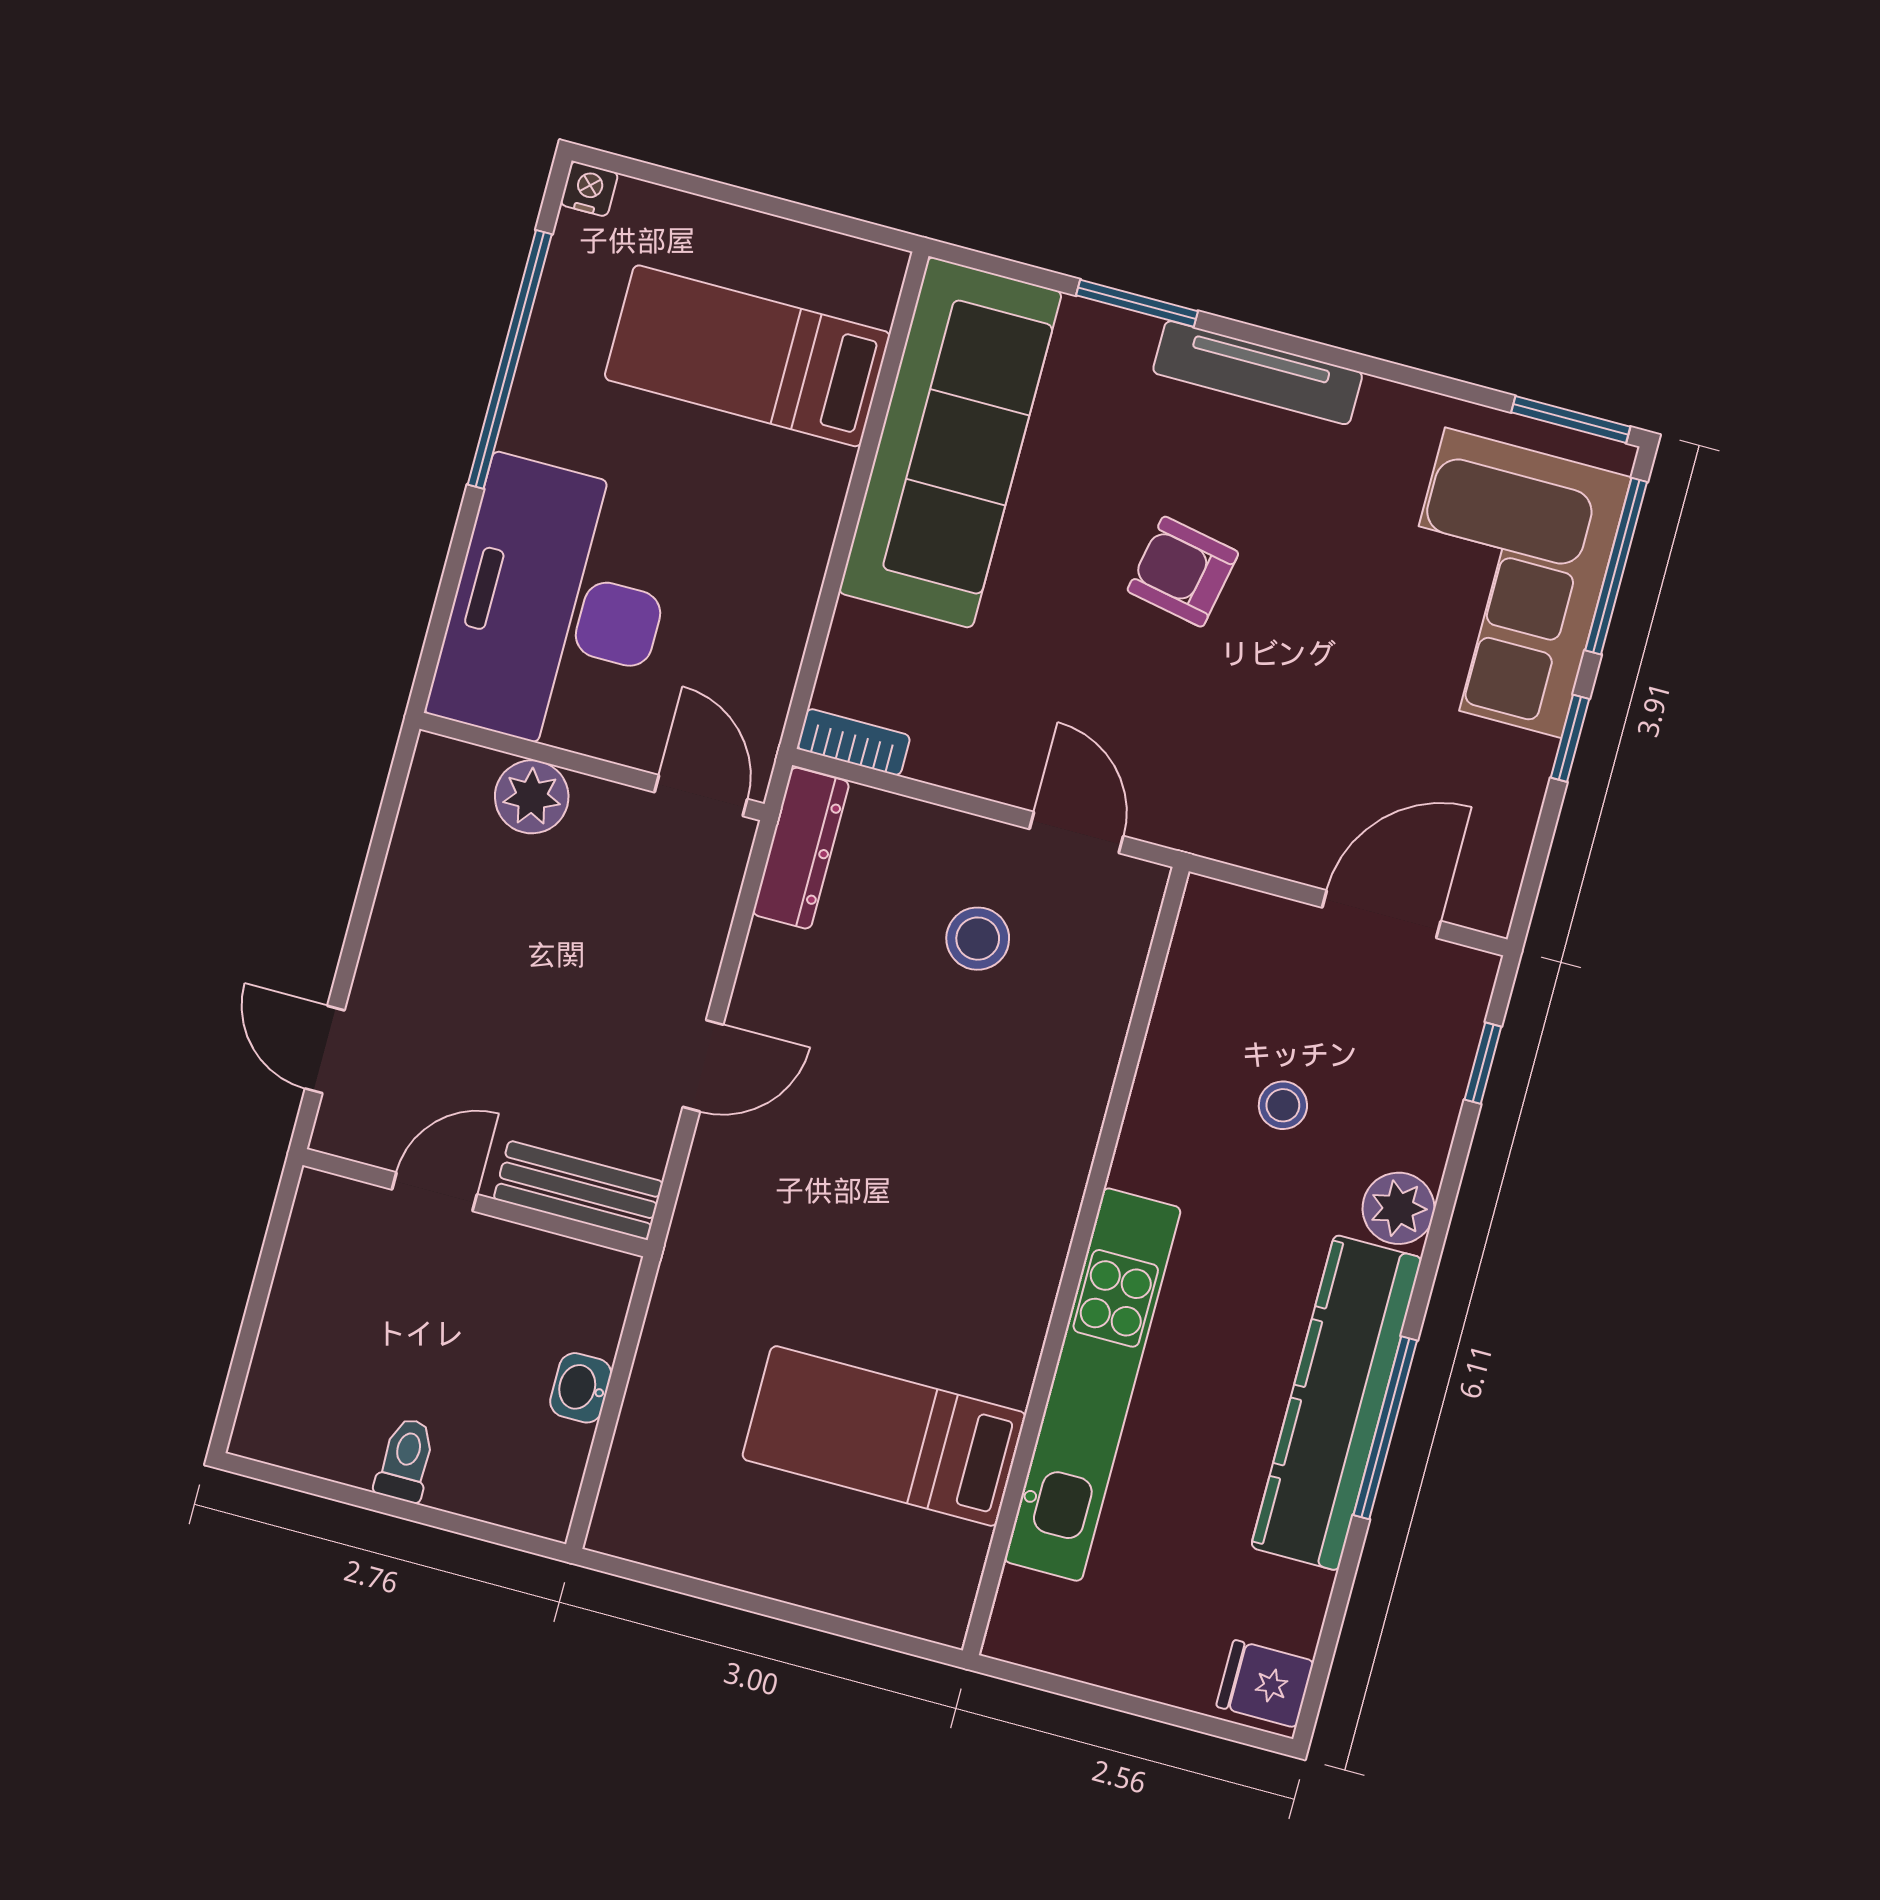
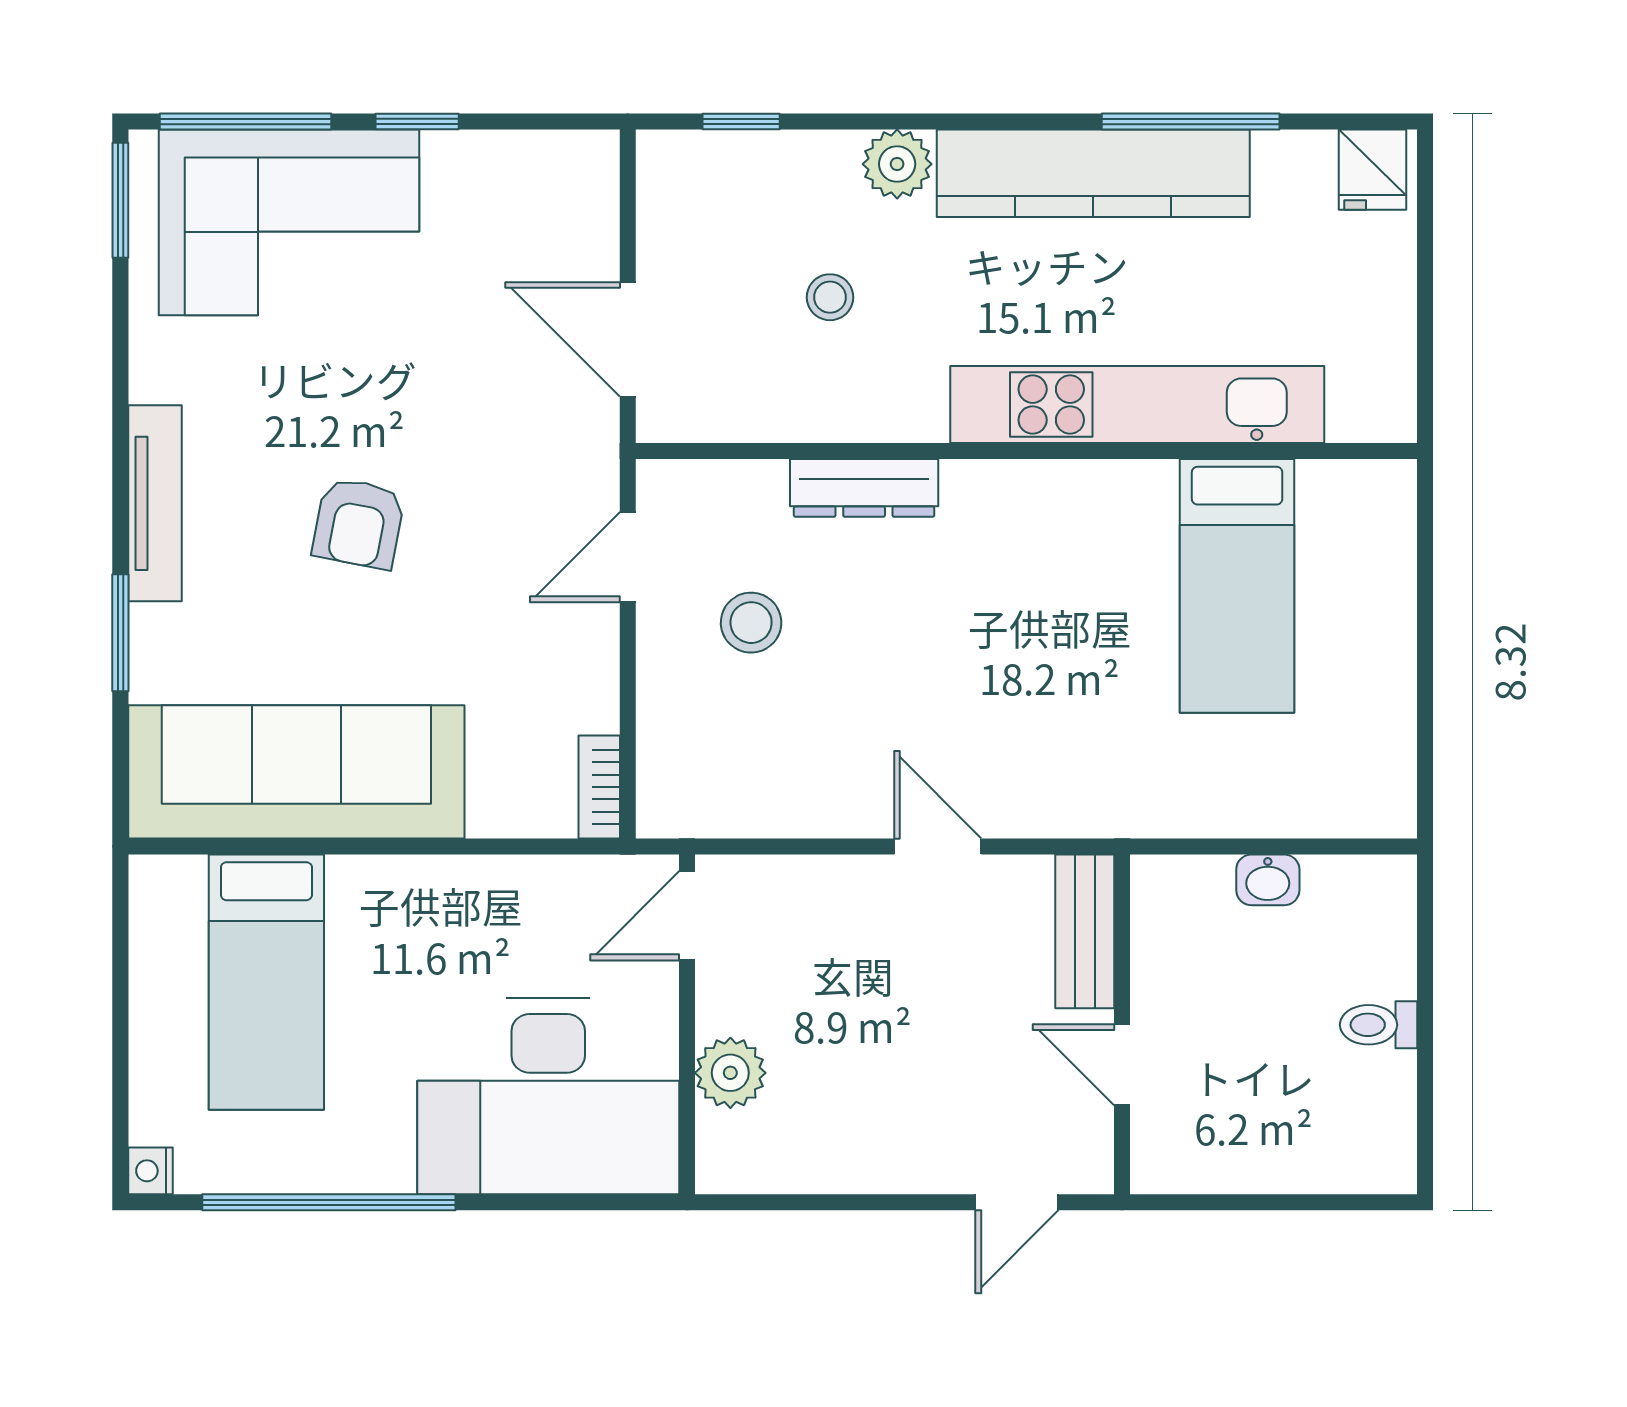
dresser: (801, 848) -> (864, 488), moved, turned 180
door: (1382, 914) -> (628, 339), moved
window: (1385, 1428) -> (1191, 122), moved

